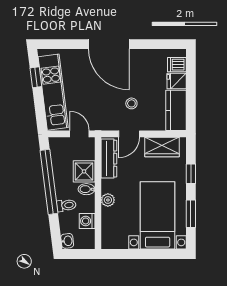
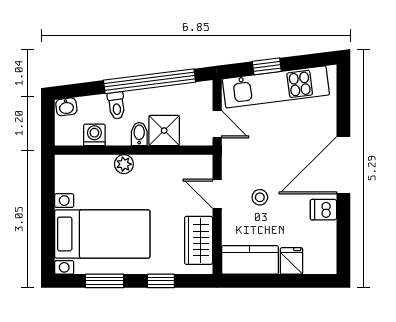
dishwasher: (177, 65) -> (323, 210), moved, turned -90
window: (36, 77) -> (267, 66), moved
door: (80, 134) -> (217, 124), hinge flipped
dresser: (109, 159) -> (182, 165), removed

